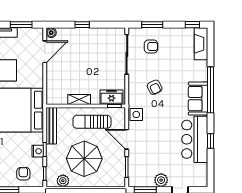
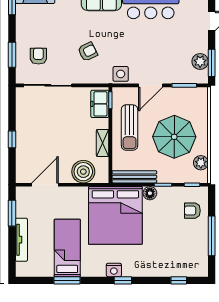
boiler: (51, 33) -> (83, 172), moved, width x1.86, depth x1.86
door: (45, 52) -> (45, 185), hinge flipped
floor lamp: (38, 139) -> (150, 193), added
nightstand: (38, 151) -> (165, 193), removed
plant: (161, 180) -> (200, 61), moved

